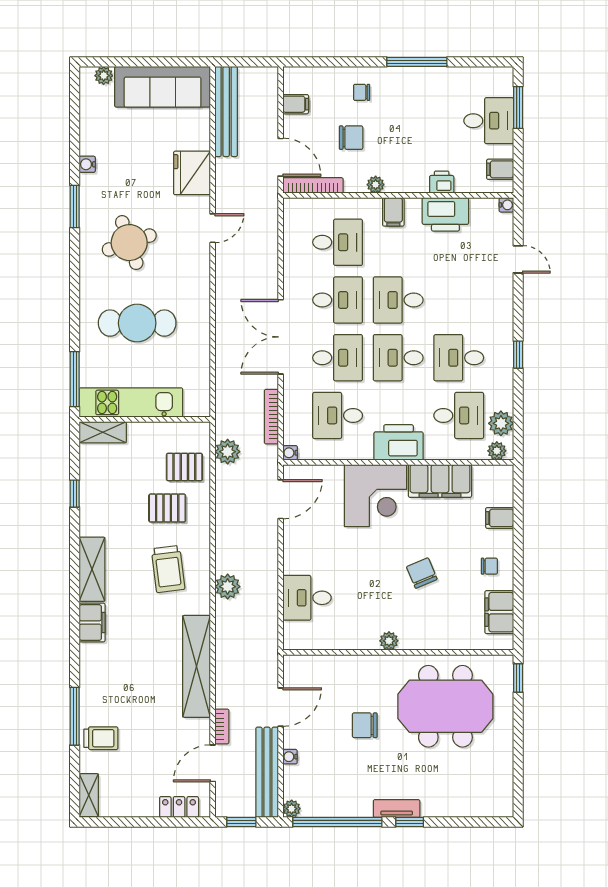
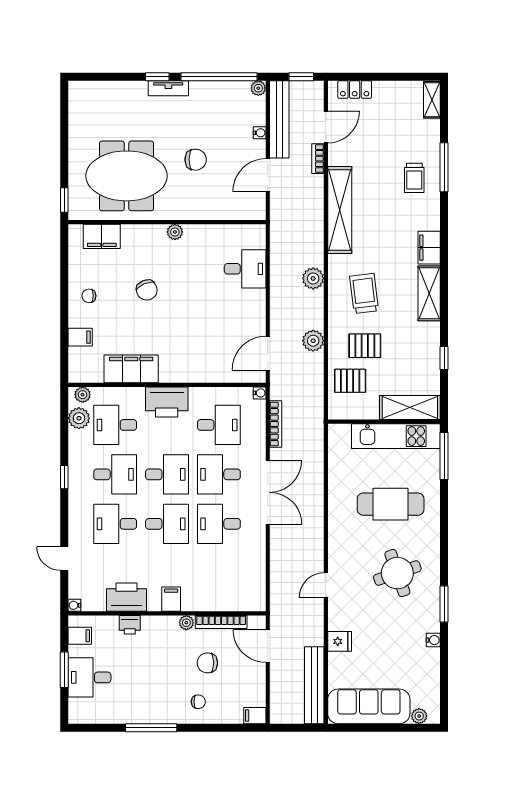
filing cabinet: (296, 104) -> (255, 716), moved
window: (518, 107) -> (64, 670), moved
fridge: (192, 173) -> (340, 641), width x0.53, depth x0.75
bookcase: (313, 185) -> (221, 622), moved
desk: (338, 242) -> (115, 524), moved
shelving: (103, 432) -> (410, 408), width x1.50, depth x1.33
plant: (228, 452) -> (313, 341), moved
corner desk: (376, 496) -> (186, 356), removed
filing cabinet: (499, 612) -> (102, 236), moved, turned 90
trolley: (101, 738) -> (414, 178), moved, turned -90

